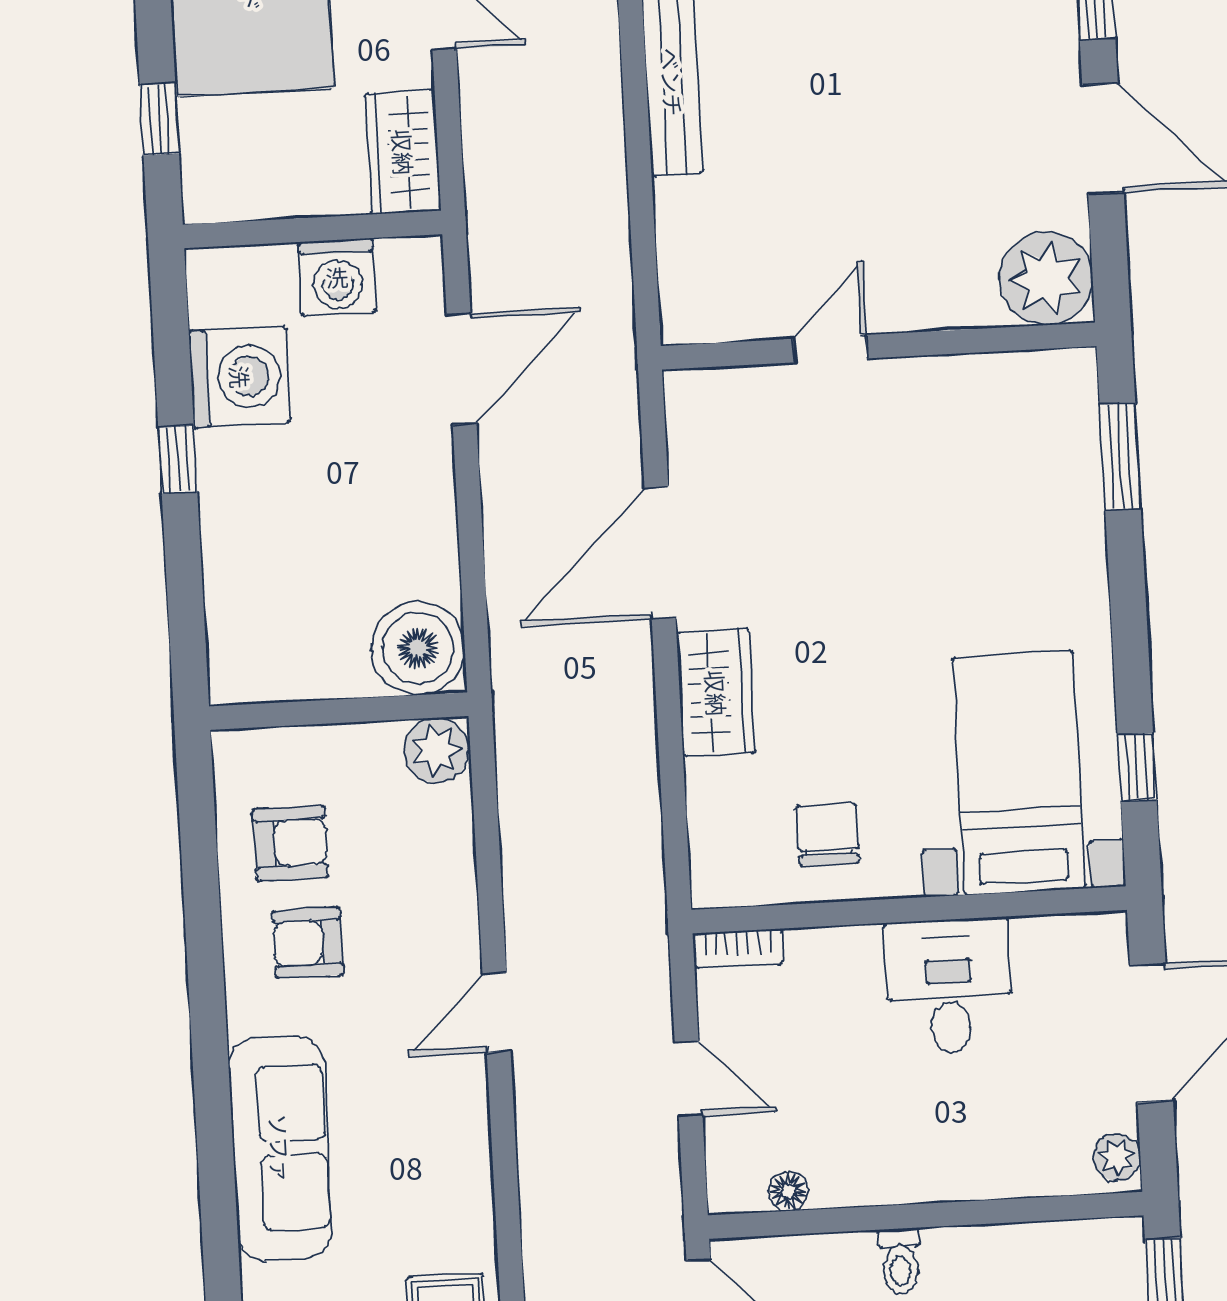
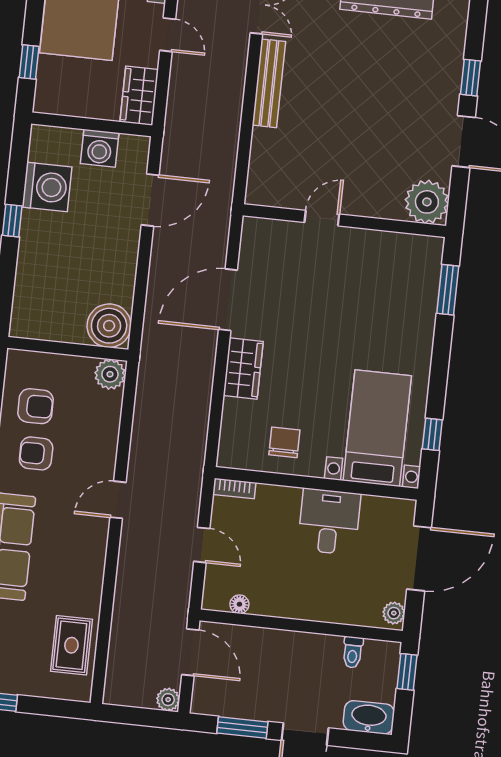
toilet: (900, 1261) -> (353, 652), moved

